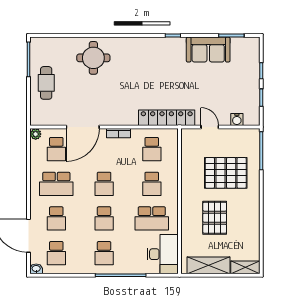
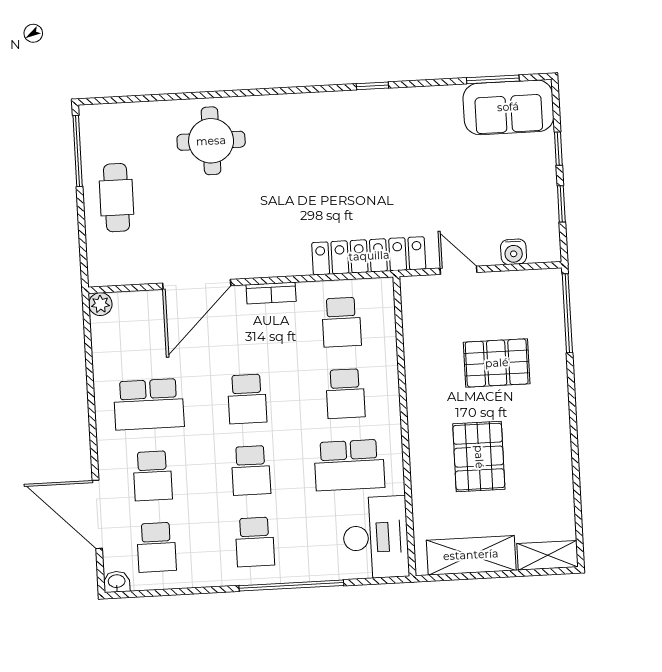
sofa: (208, 50) -> (508, 107), moved
school desk: (56, 149) -> (145, 333), removed
pallet: (226, 173) -> (497, 363), width x0.73, depth x0.71

